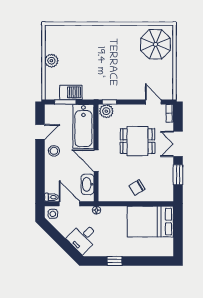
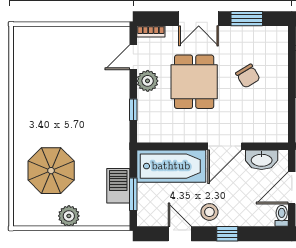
parasol: (155, 44) -> (51, 171), moved
window: (109, 102) -> (133, 110), moved
plant: (106, 111) -> (148, 81), moved
window: (40, 162) -> (227, 234), added
chair: (137, 187) -> (248, 76), moved

